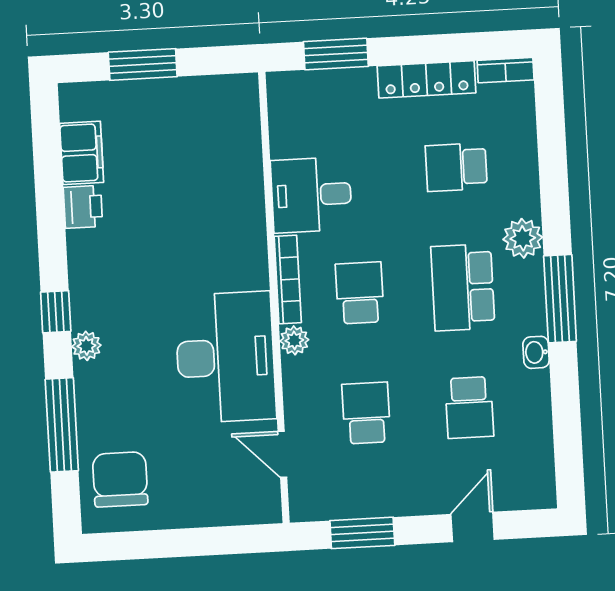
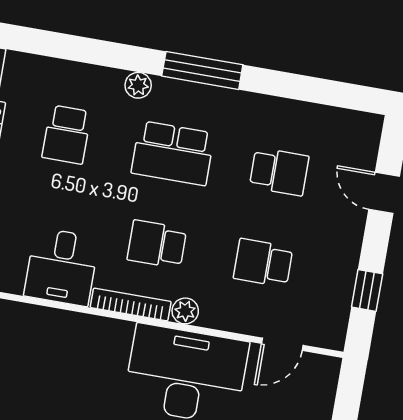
plant: (523, 238) -> (138, 85), width x0.73, depth x0.73
washbasin: (536, 352) -> (244, 102), removed
window: (362, 533) -> (367, 290), width x0.67

